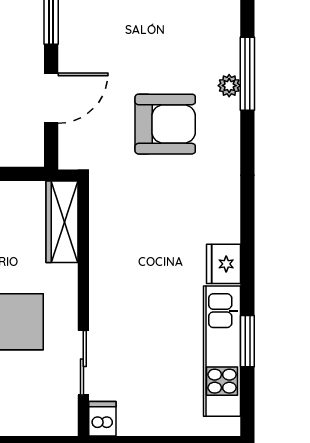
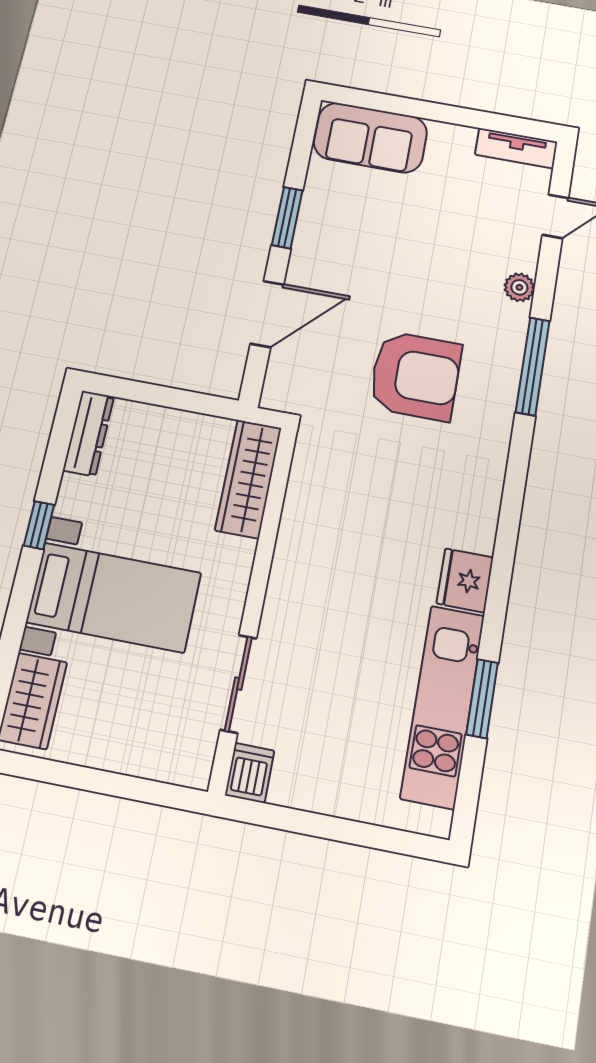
window: (247, 74) -> (533, 366), moved
plant: (229, 86) -> (519, 287), moved

